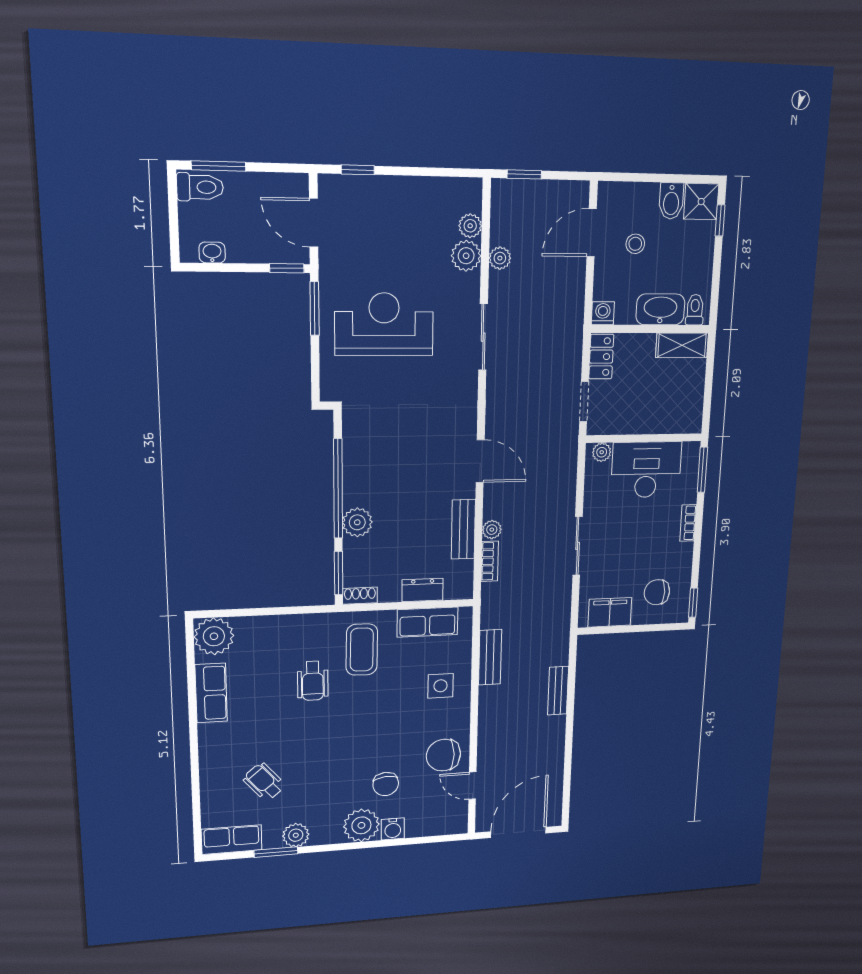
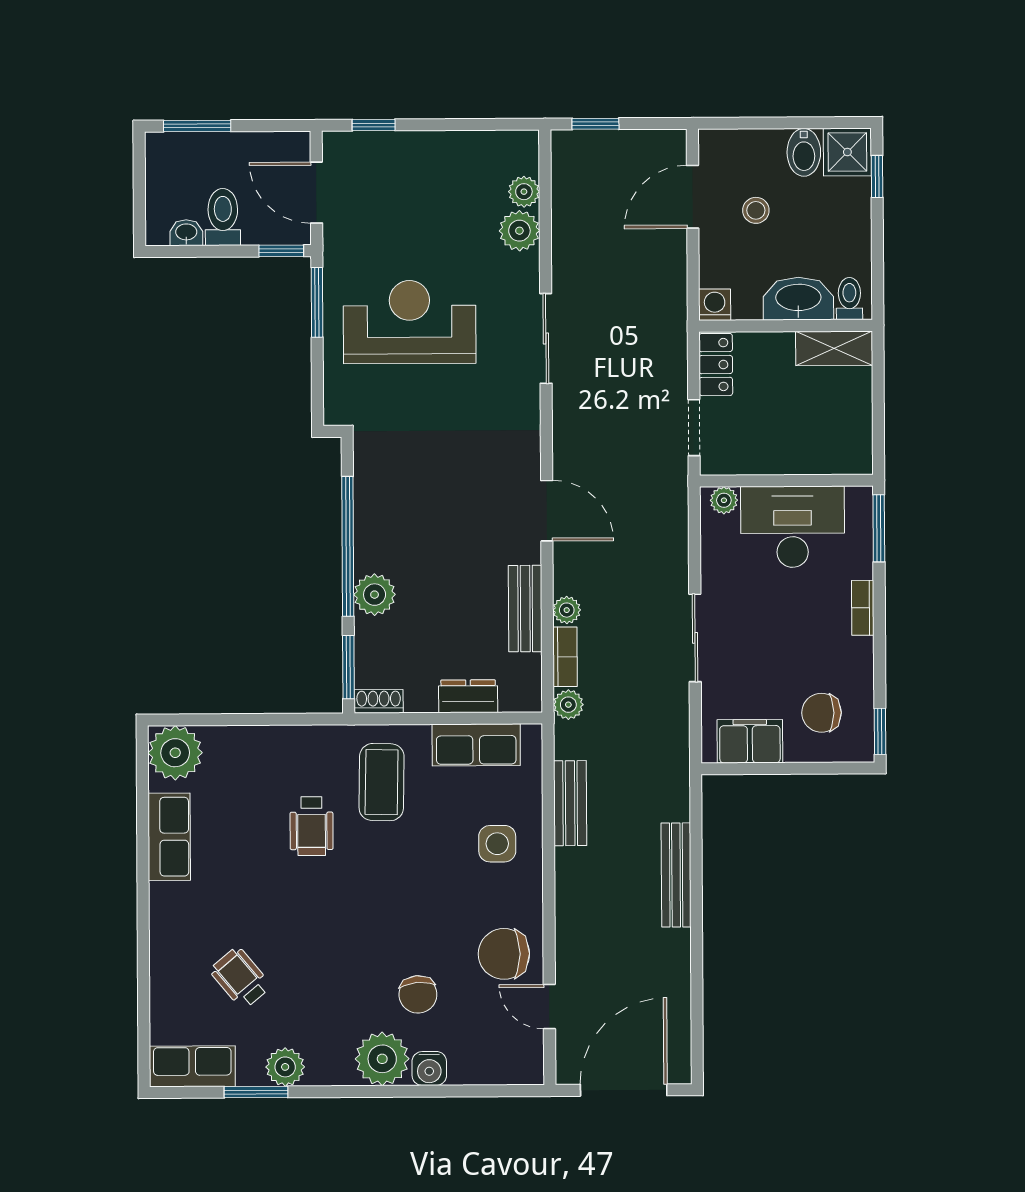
toilet: (200, 187) -> (223, 217), moved, turned -90
plant: (500, 258) -> (568, 705), moved
bench: (558, 691) -> (676, 875), width x1.36

